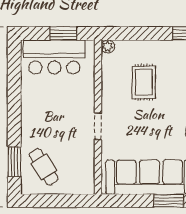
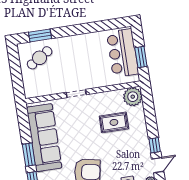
plant: (108, 46) -> (133, 97), width x1.87, depth x1.87

